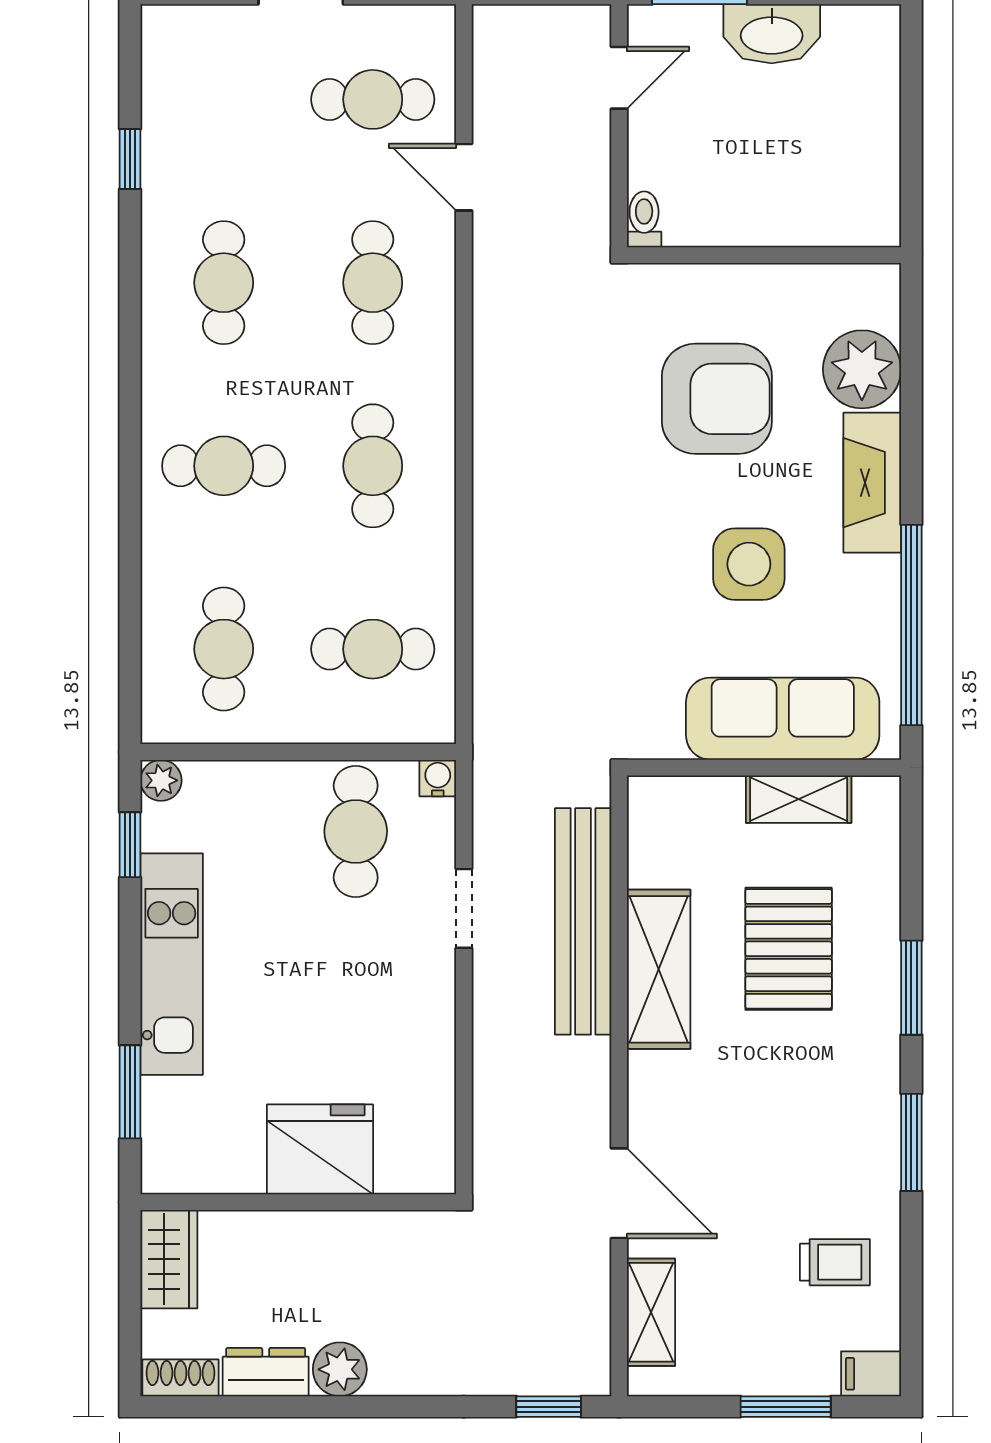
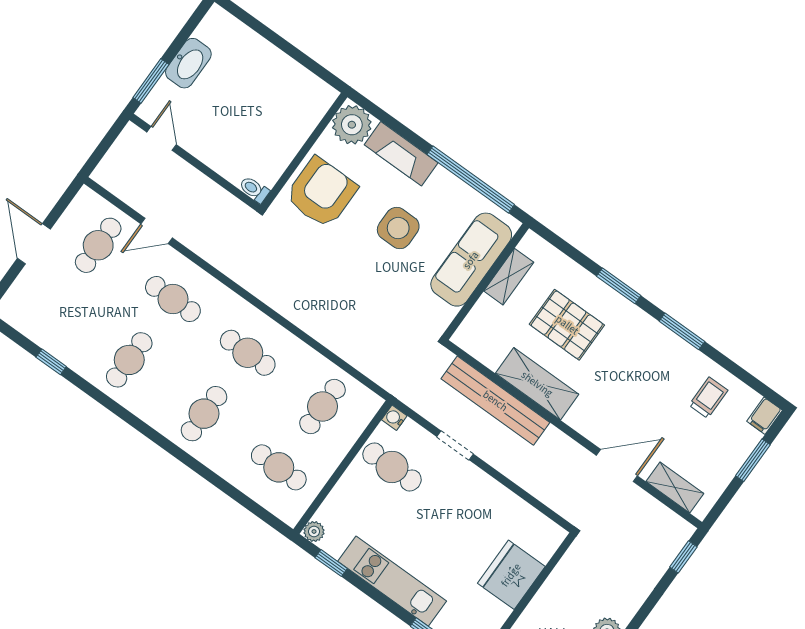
toilet: (644, 219) -> (254, 189), moved
wall: (764, 255) -> (304, 151), moved
cafe table: (224, 283) -> (129, 360), turned 90

